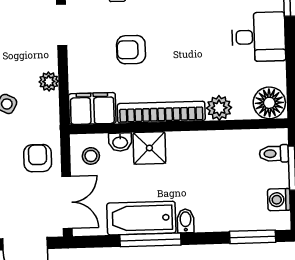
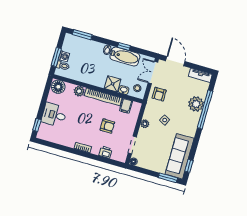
filing cabinet: (92, 109) -> (126, 106), width x0.50
washing machine: (279, 200) -> (64, 56), moved
window: (150, 240) -> (124, 47), width x0.46

